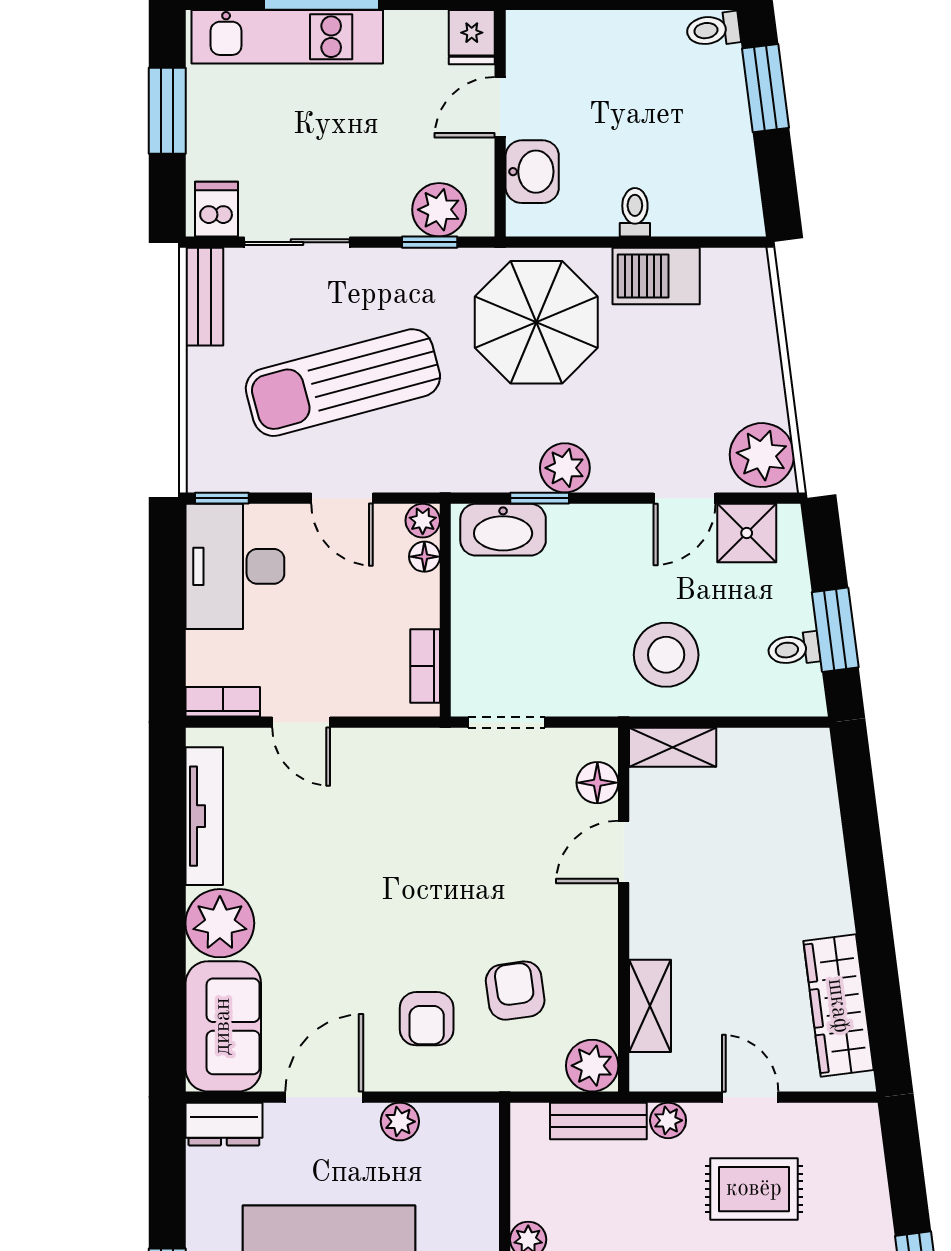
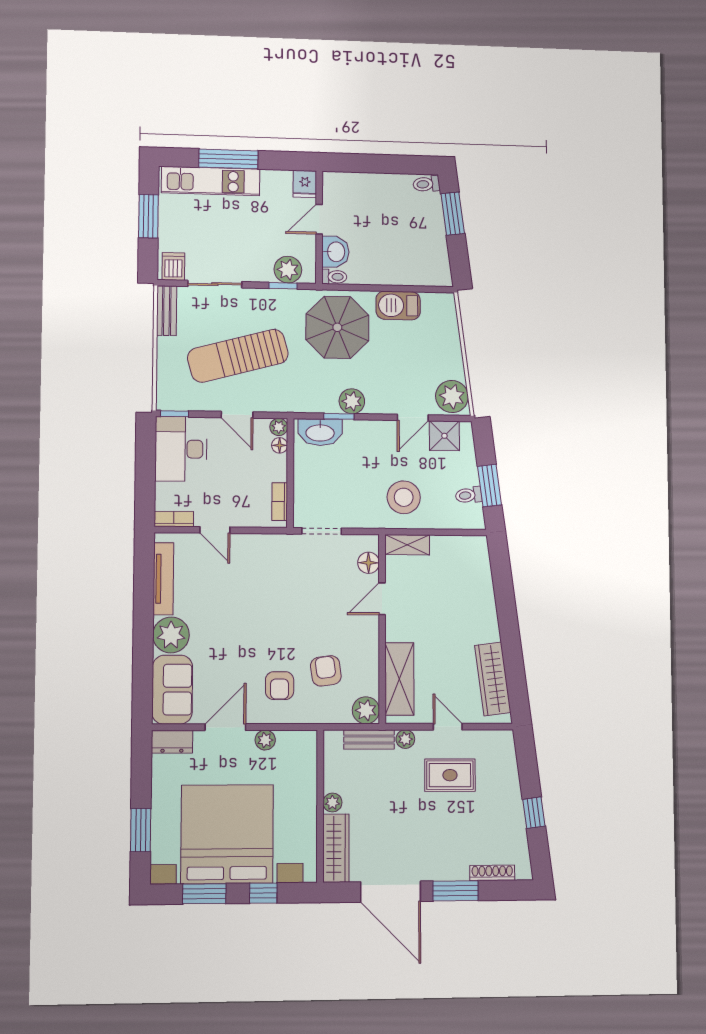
toilet: (635, 212) -> (334, 277), moved, turned 90
shelving: (650, 1006) -> (399, 679), width x1.50, depth x1.33

